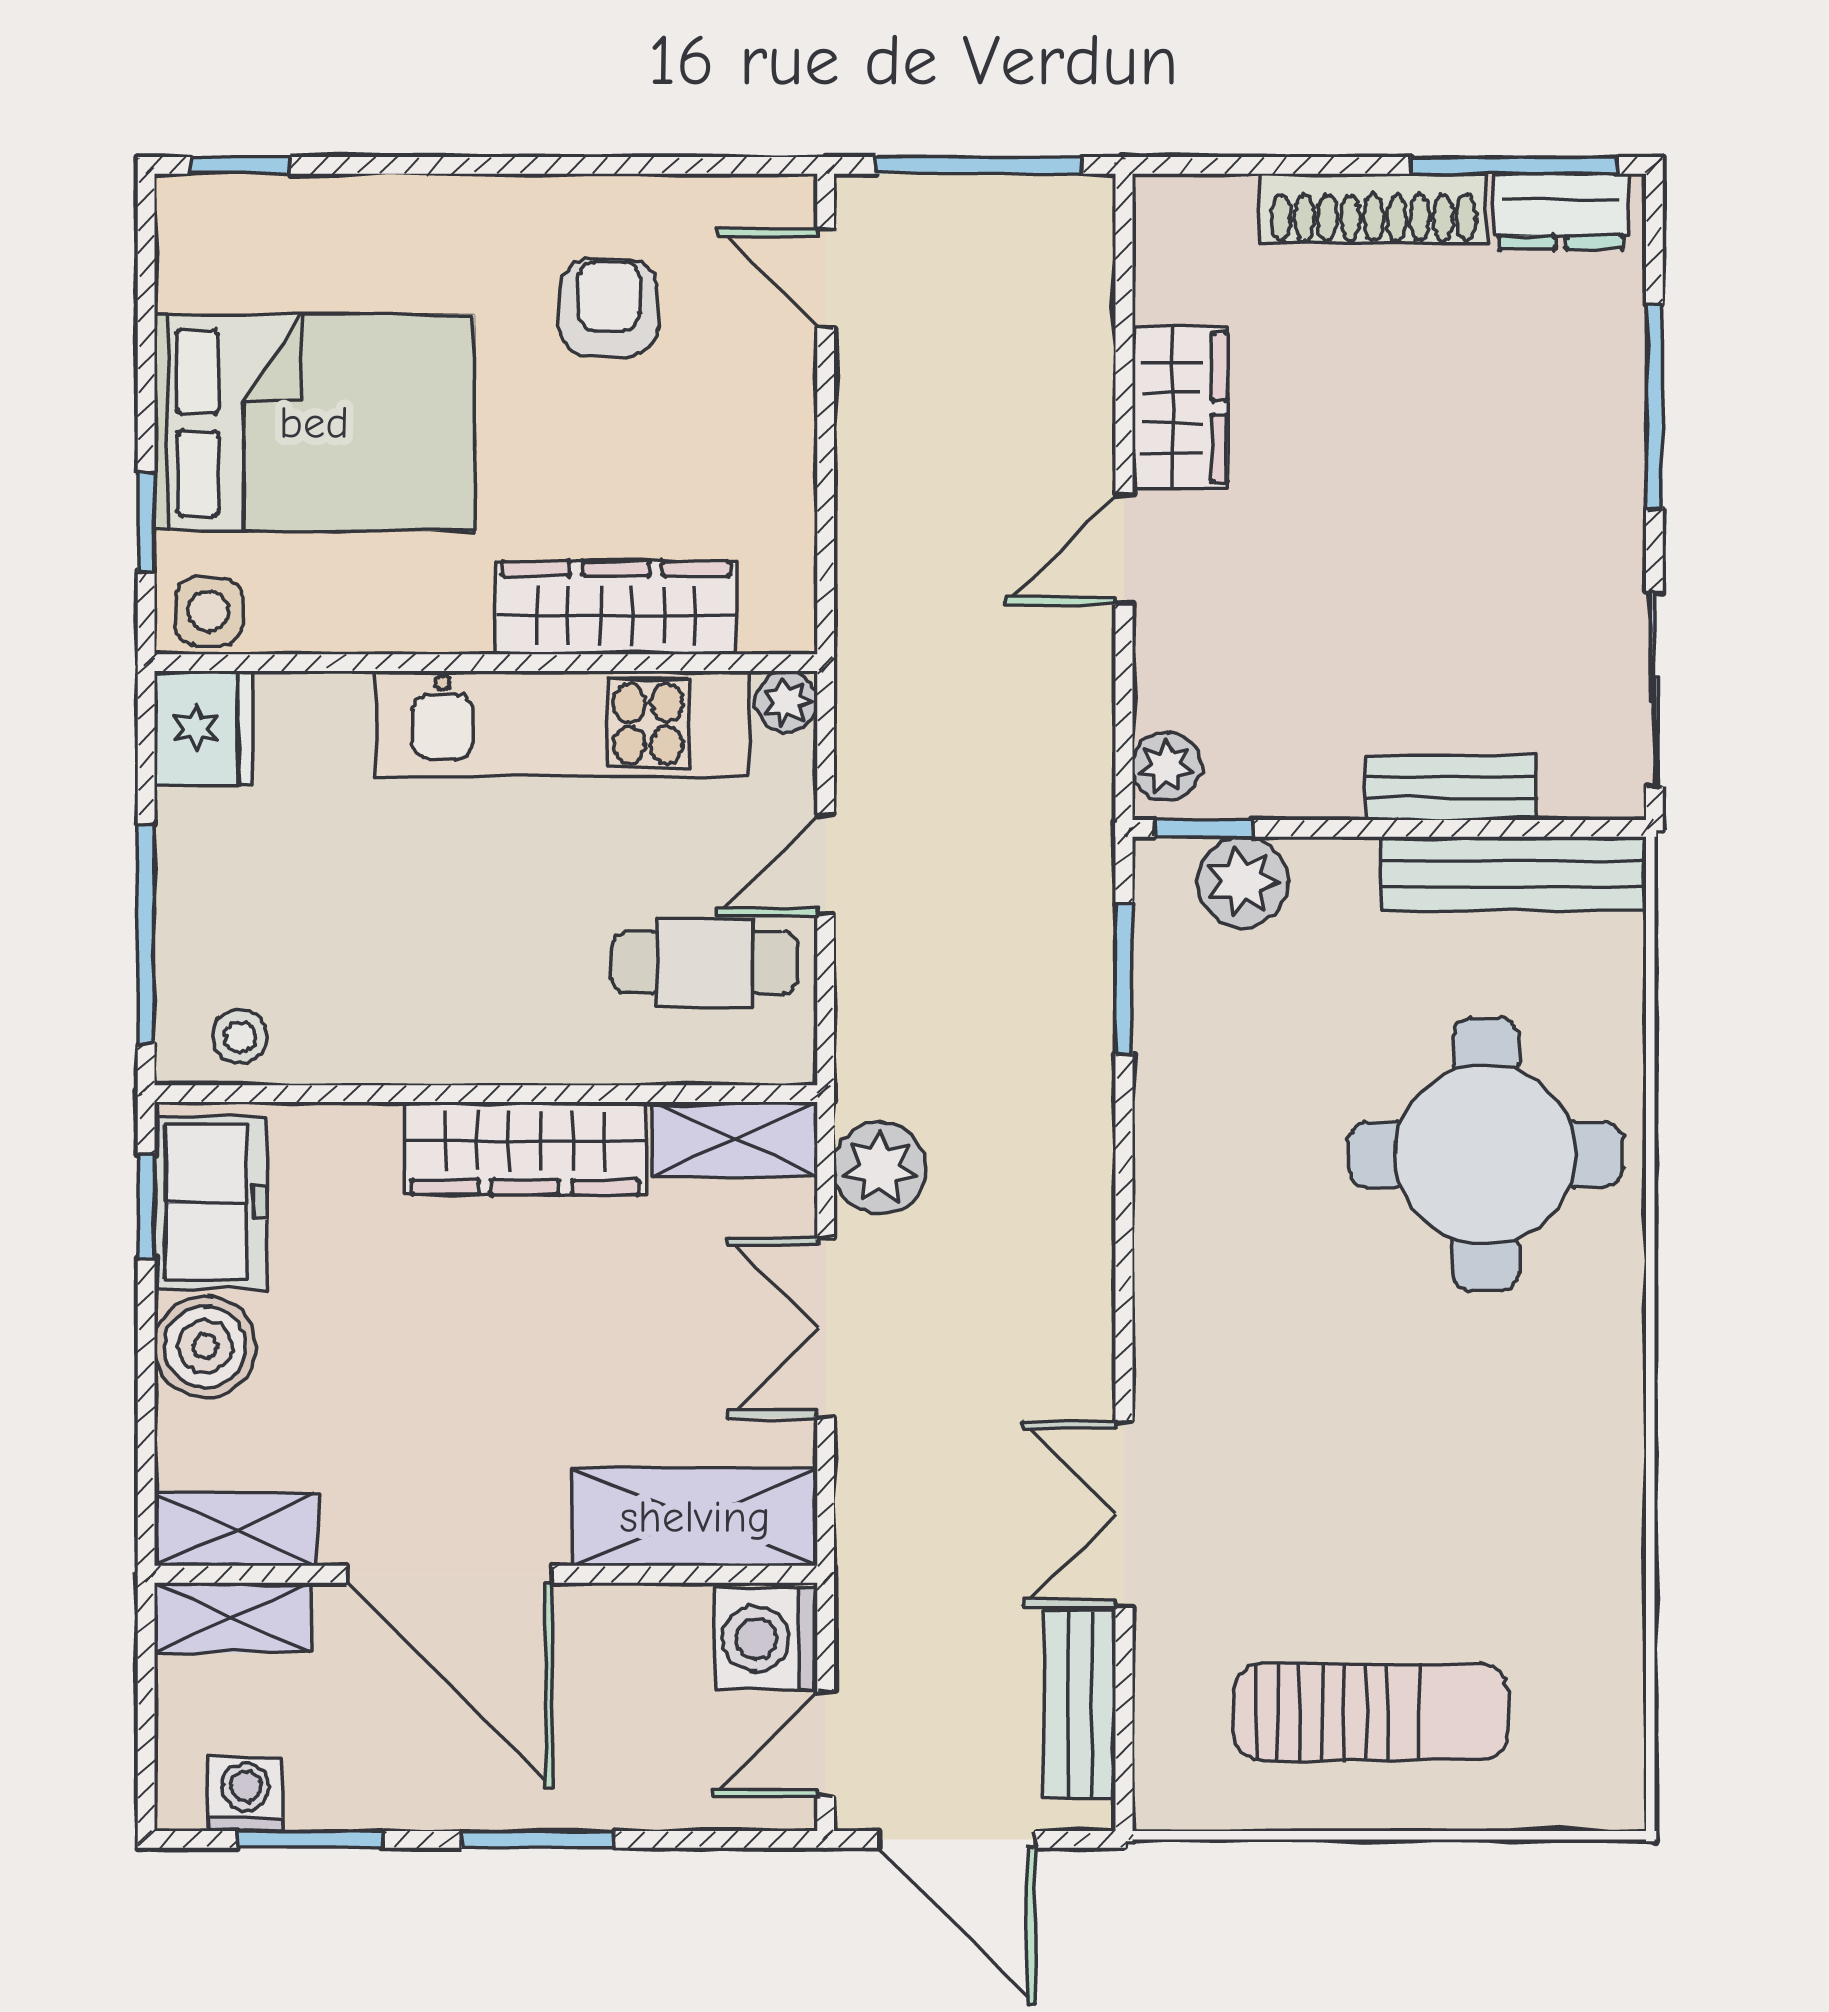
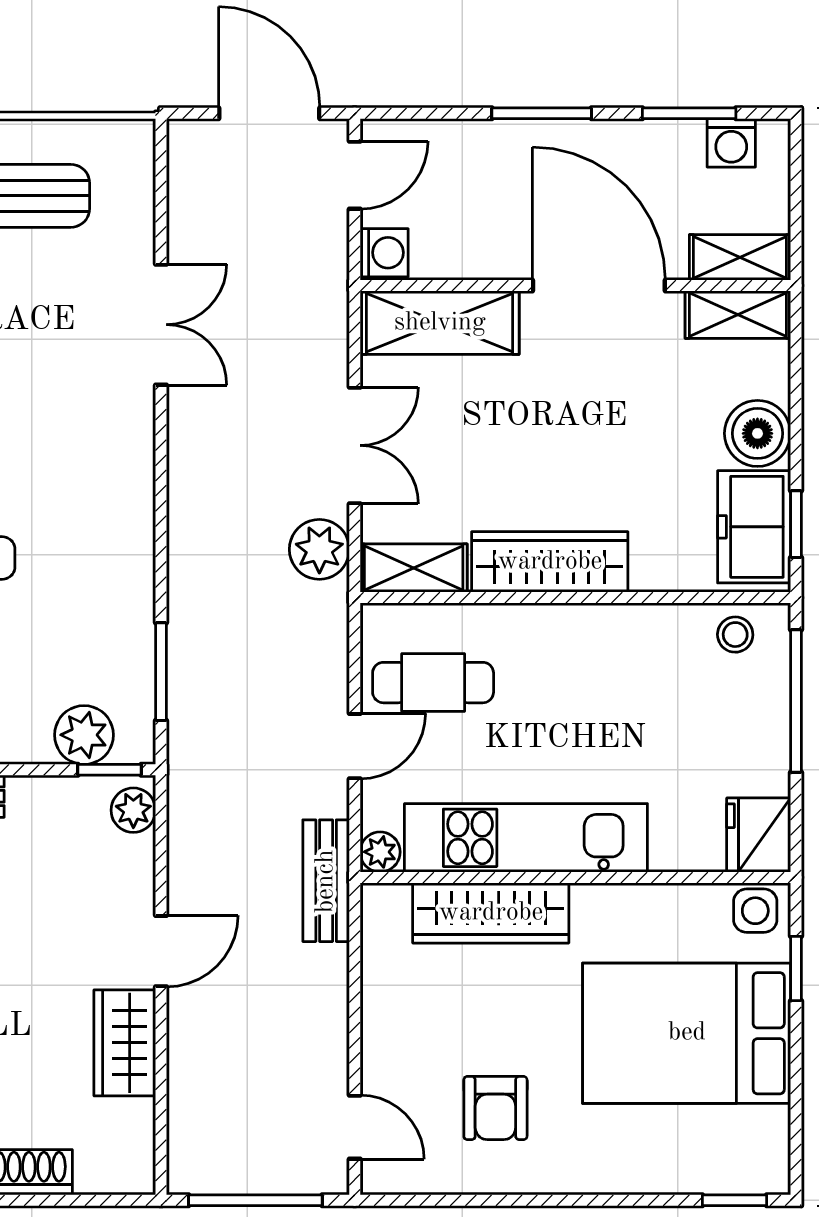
washing machine: (766, 1639) -> (384, 253), width x0.73, depth x0.73
bench: (1080, 1705) -> (326, 881), moved

